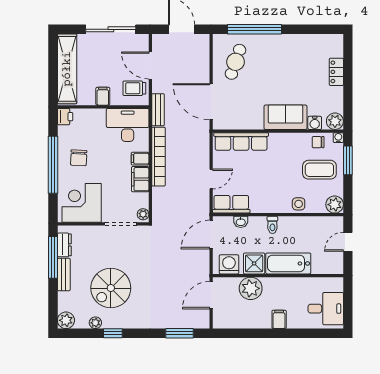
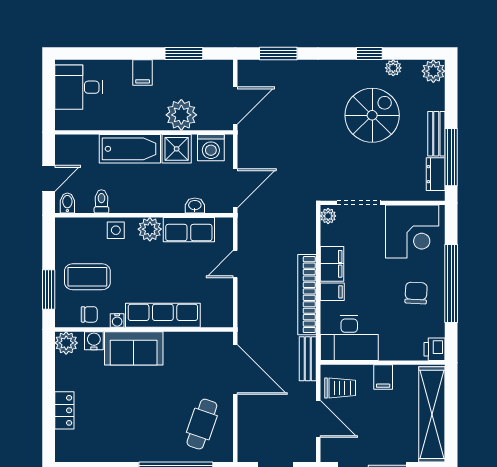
water cooler: (338, 138) -> (117, 321), moved
row of seats: (241, 141) -> (163, 315), moved
row of seats: (231, 204) -> (189, 230), moved
plant: (335, 205) -> (150, 229), moved
bidet: (334, 224) -> (67, 203), added
toilet: (272, 225) -> (101, 201), moved
window: (249, 333) -> (184, 53), added

